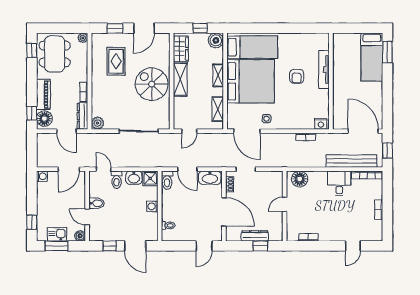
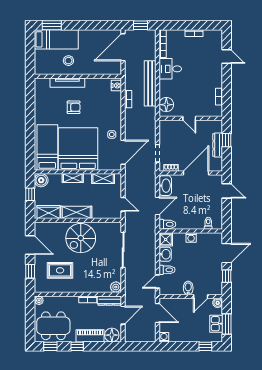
stool: (348, 71) -> (68, 61), added
window: (32, 113) -> (77, 346), moved
bench: (351, 161) -> (150, 83), moved

